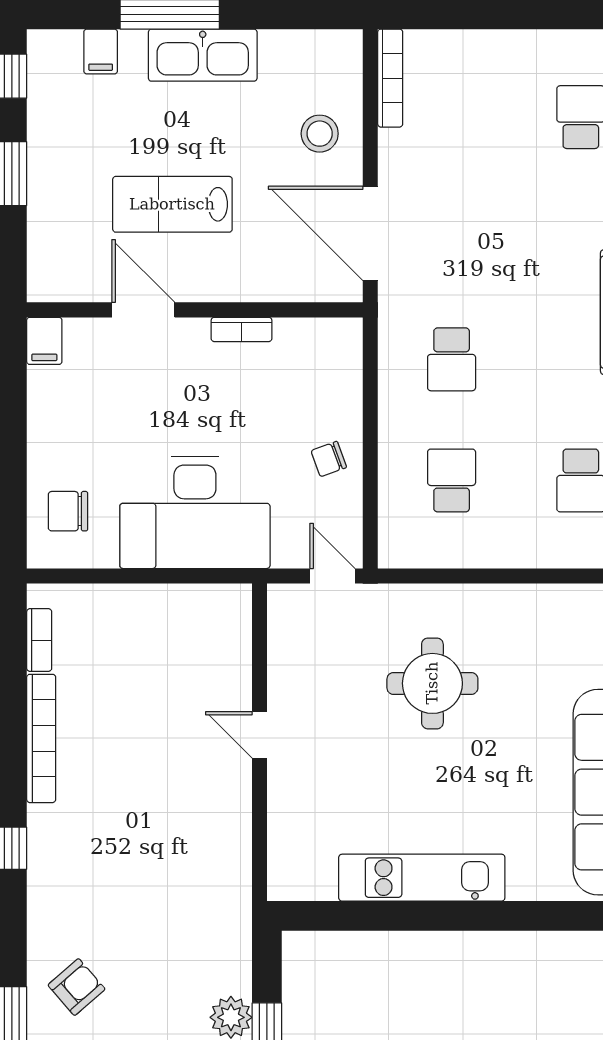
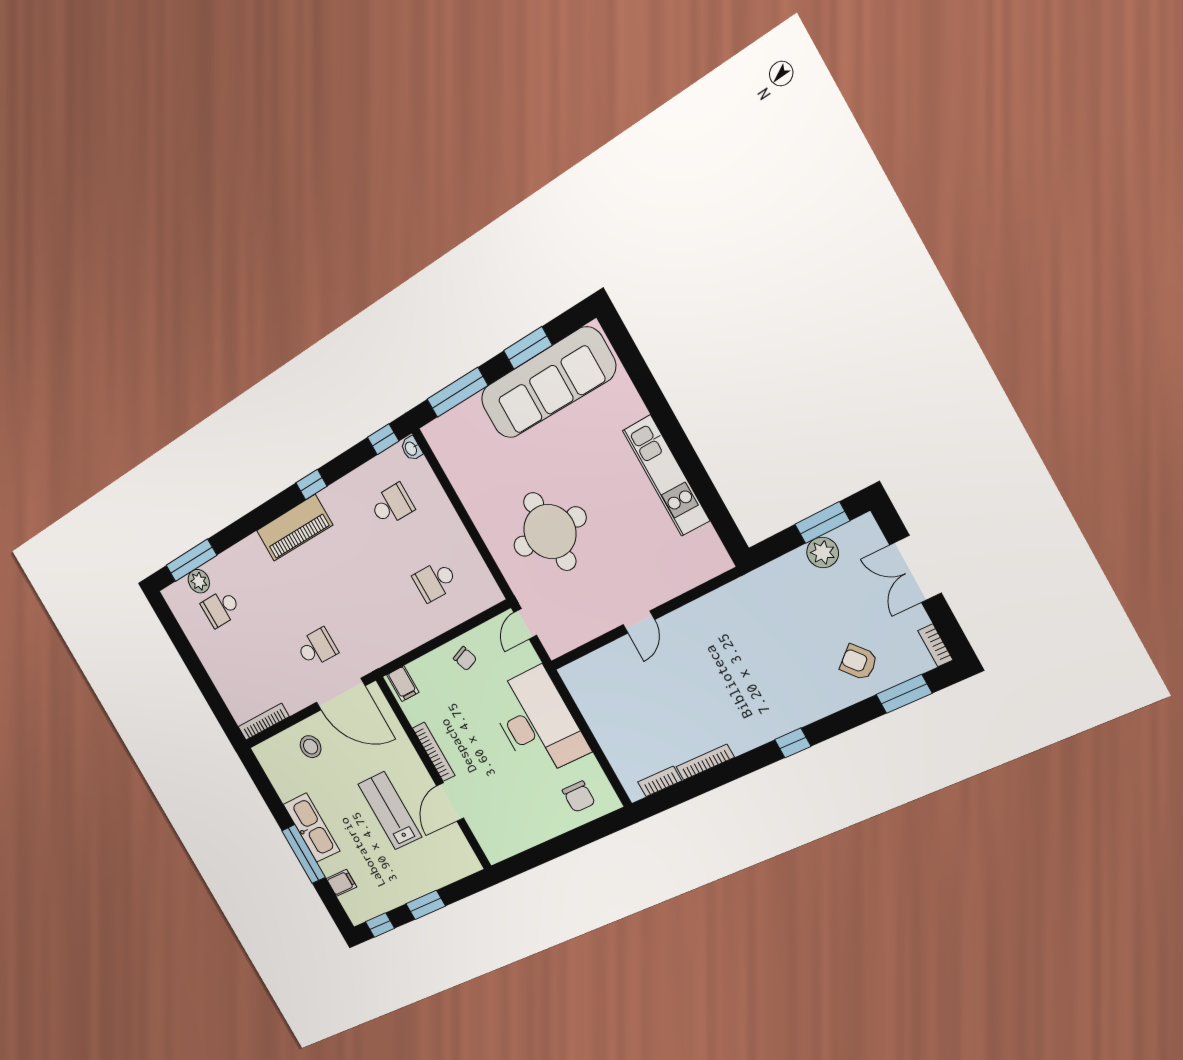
lab bench: (172, 204) -> (390, 811), turned 180
door: (370, 233) -> (341, 694), hinge flipped
bookcase: (242, 329) -> (434, 752), width x1.56
filing cabinet: (44, 341) -> (403, 684), moved, turned 90
school desk: (452, 359) -> (317, 648), moved
round table: (432, 683) -> (550, 532), width x1.36, depth x1.36
bookcase: (41, 738) -> (705, 762), width x0.68, depth x0.76

